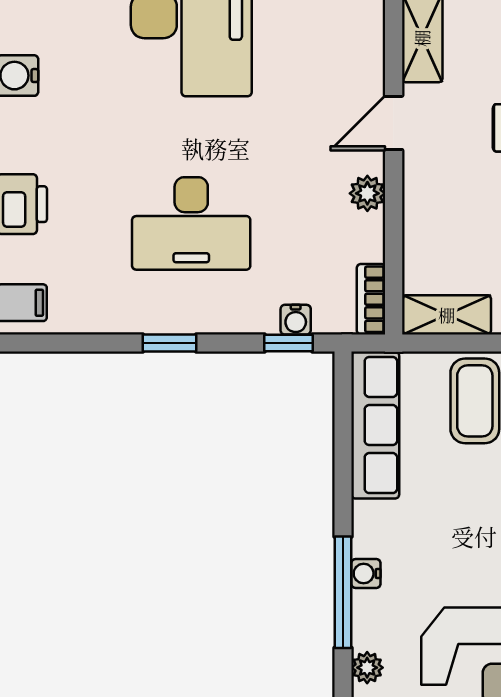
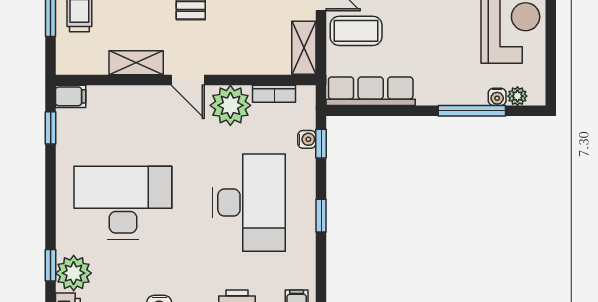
plant: (367, 193) -> (230, 105), width x1.87, depth x1.87
desk: (191, 223) -> (249, 203), width x1.36, depth x1.30
bookcase: (371, 299) -> (274, 94), moved
water cooler: (366, 574) -> (497, 97), moved

